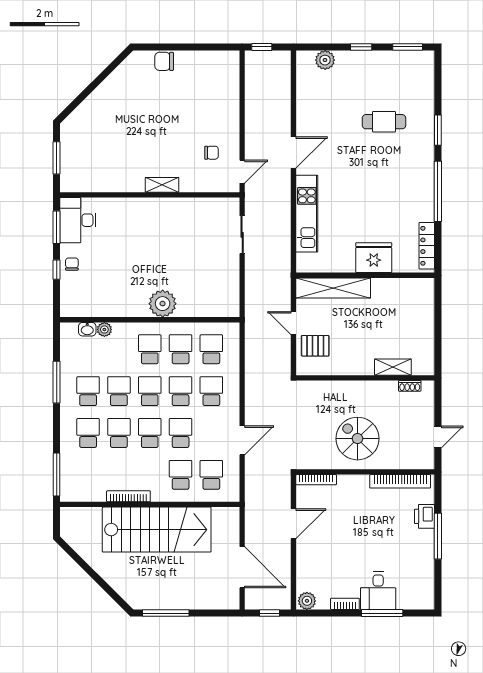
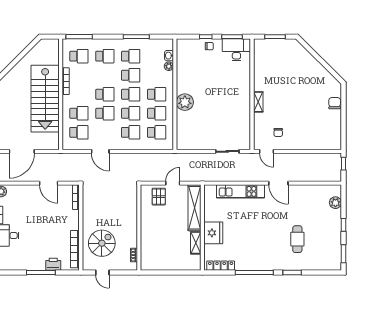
shelving: (393, 367) -> (196, 243), moved
school desk: (119, 433) -> (79, 56), moved
spiral stairs: (357, 439) -> (102, 243), moved

